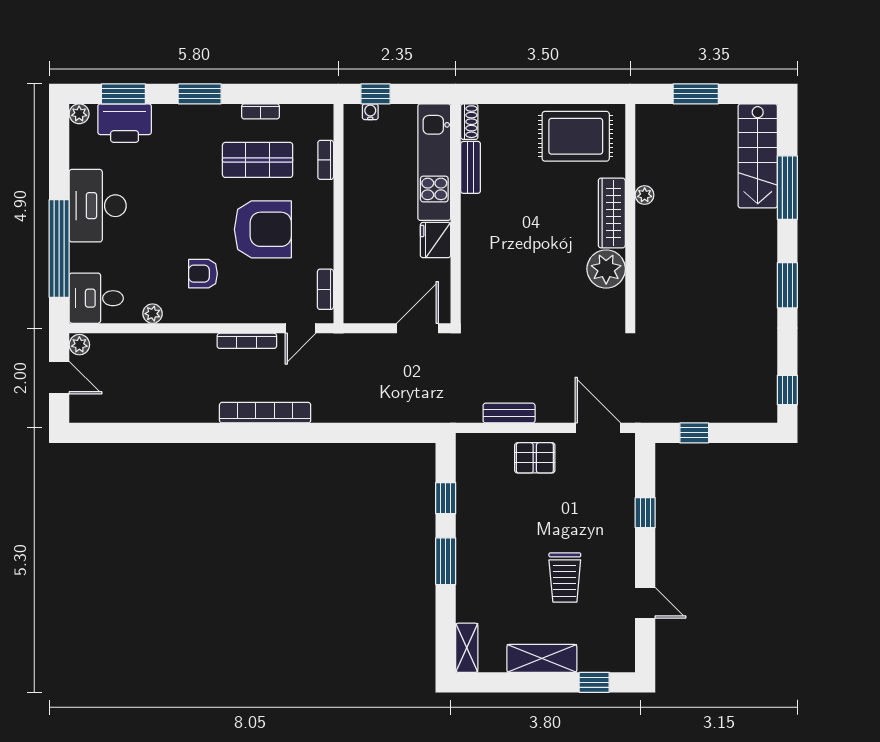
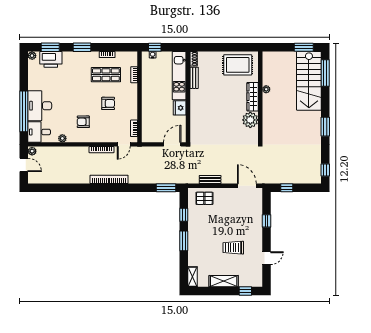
window: (696, 94) -> (304, 47), moved
stairs: (758, 156) -> (309, 81), width x1.36, depth x1.51
window: (787, 188) -> (325, 73), moved
desk: (98, 206) -> (40, 106), moved
armchair: (263, 229) -> (108, 103), width x0.53, depth x0.53
window: (403, 433) -> (166, 188), added
pallet: (535, 458) -> (204, 198), moved
trolley: (565, 577) -> (233, 248), turned 90
door: (645, 603) -> (266, 258), hinge flipped

